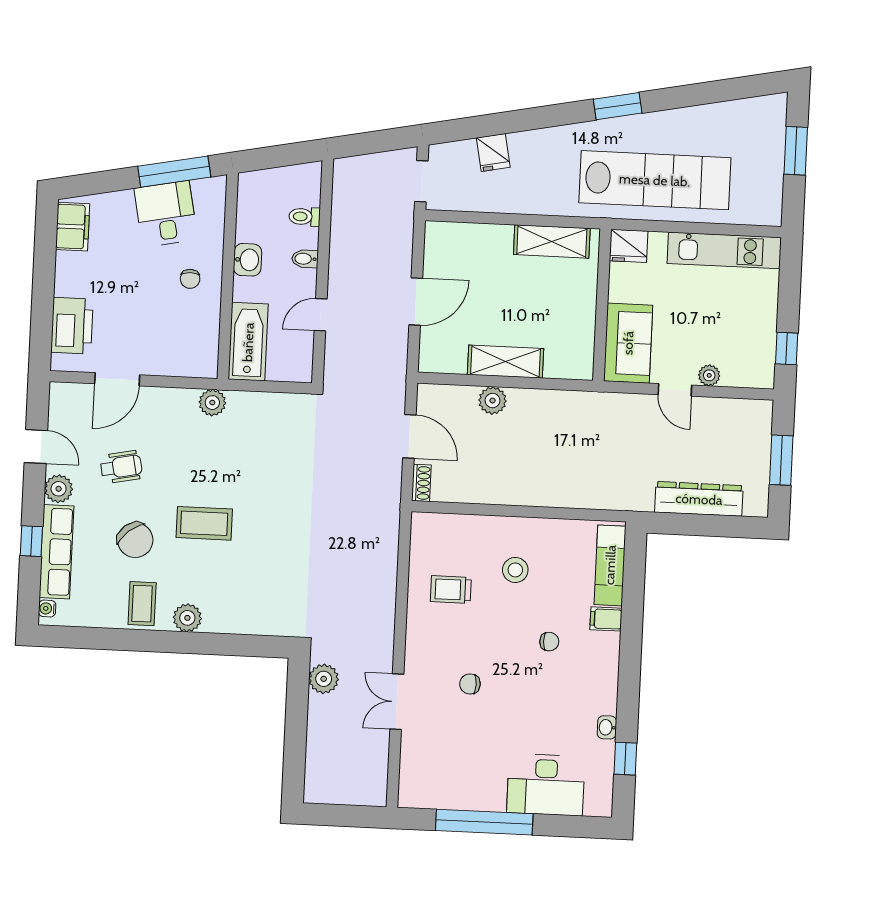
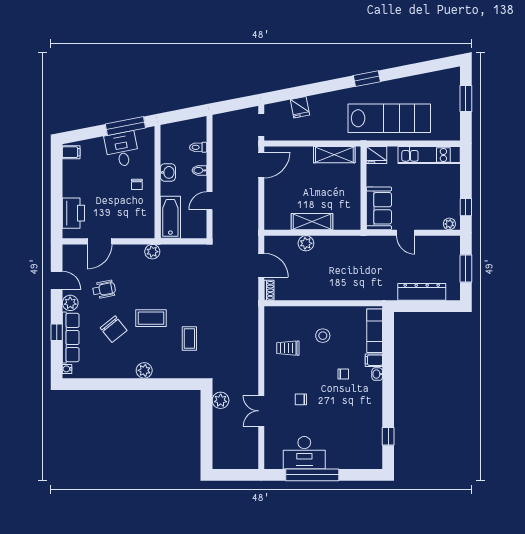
filing cabinet: (73, 227) -> (71, 152), width x0.50
door: (416, 301) -> (261, 165), moved
plant: (709, 375) -> (449, 224), moved
coffee table: (142, 604) -> (189, 338), moved
washbasin: (607, 727) -> (377, 374), moved
desk: (546, 785) -> (304, 453), moved

